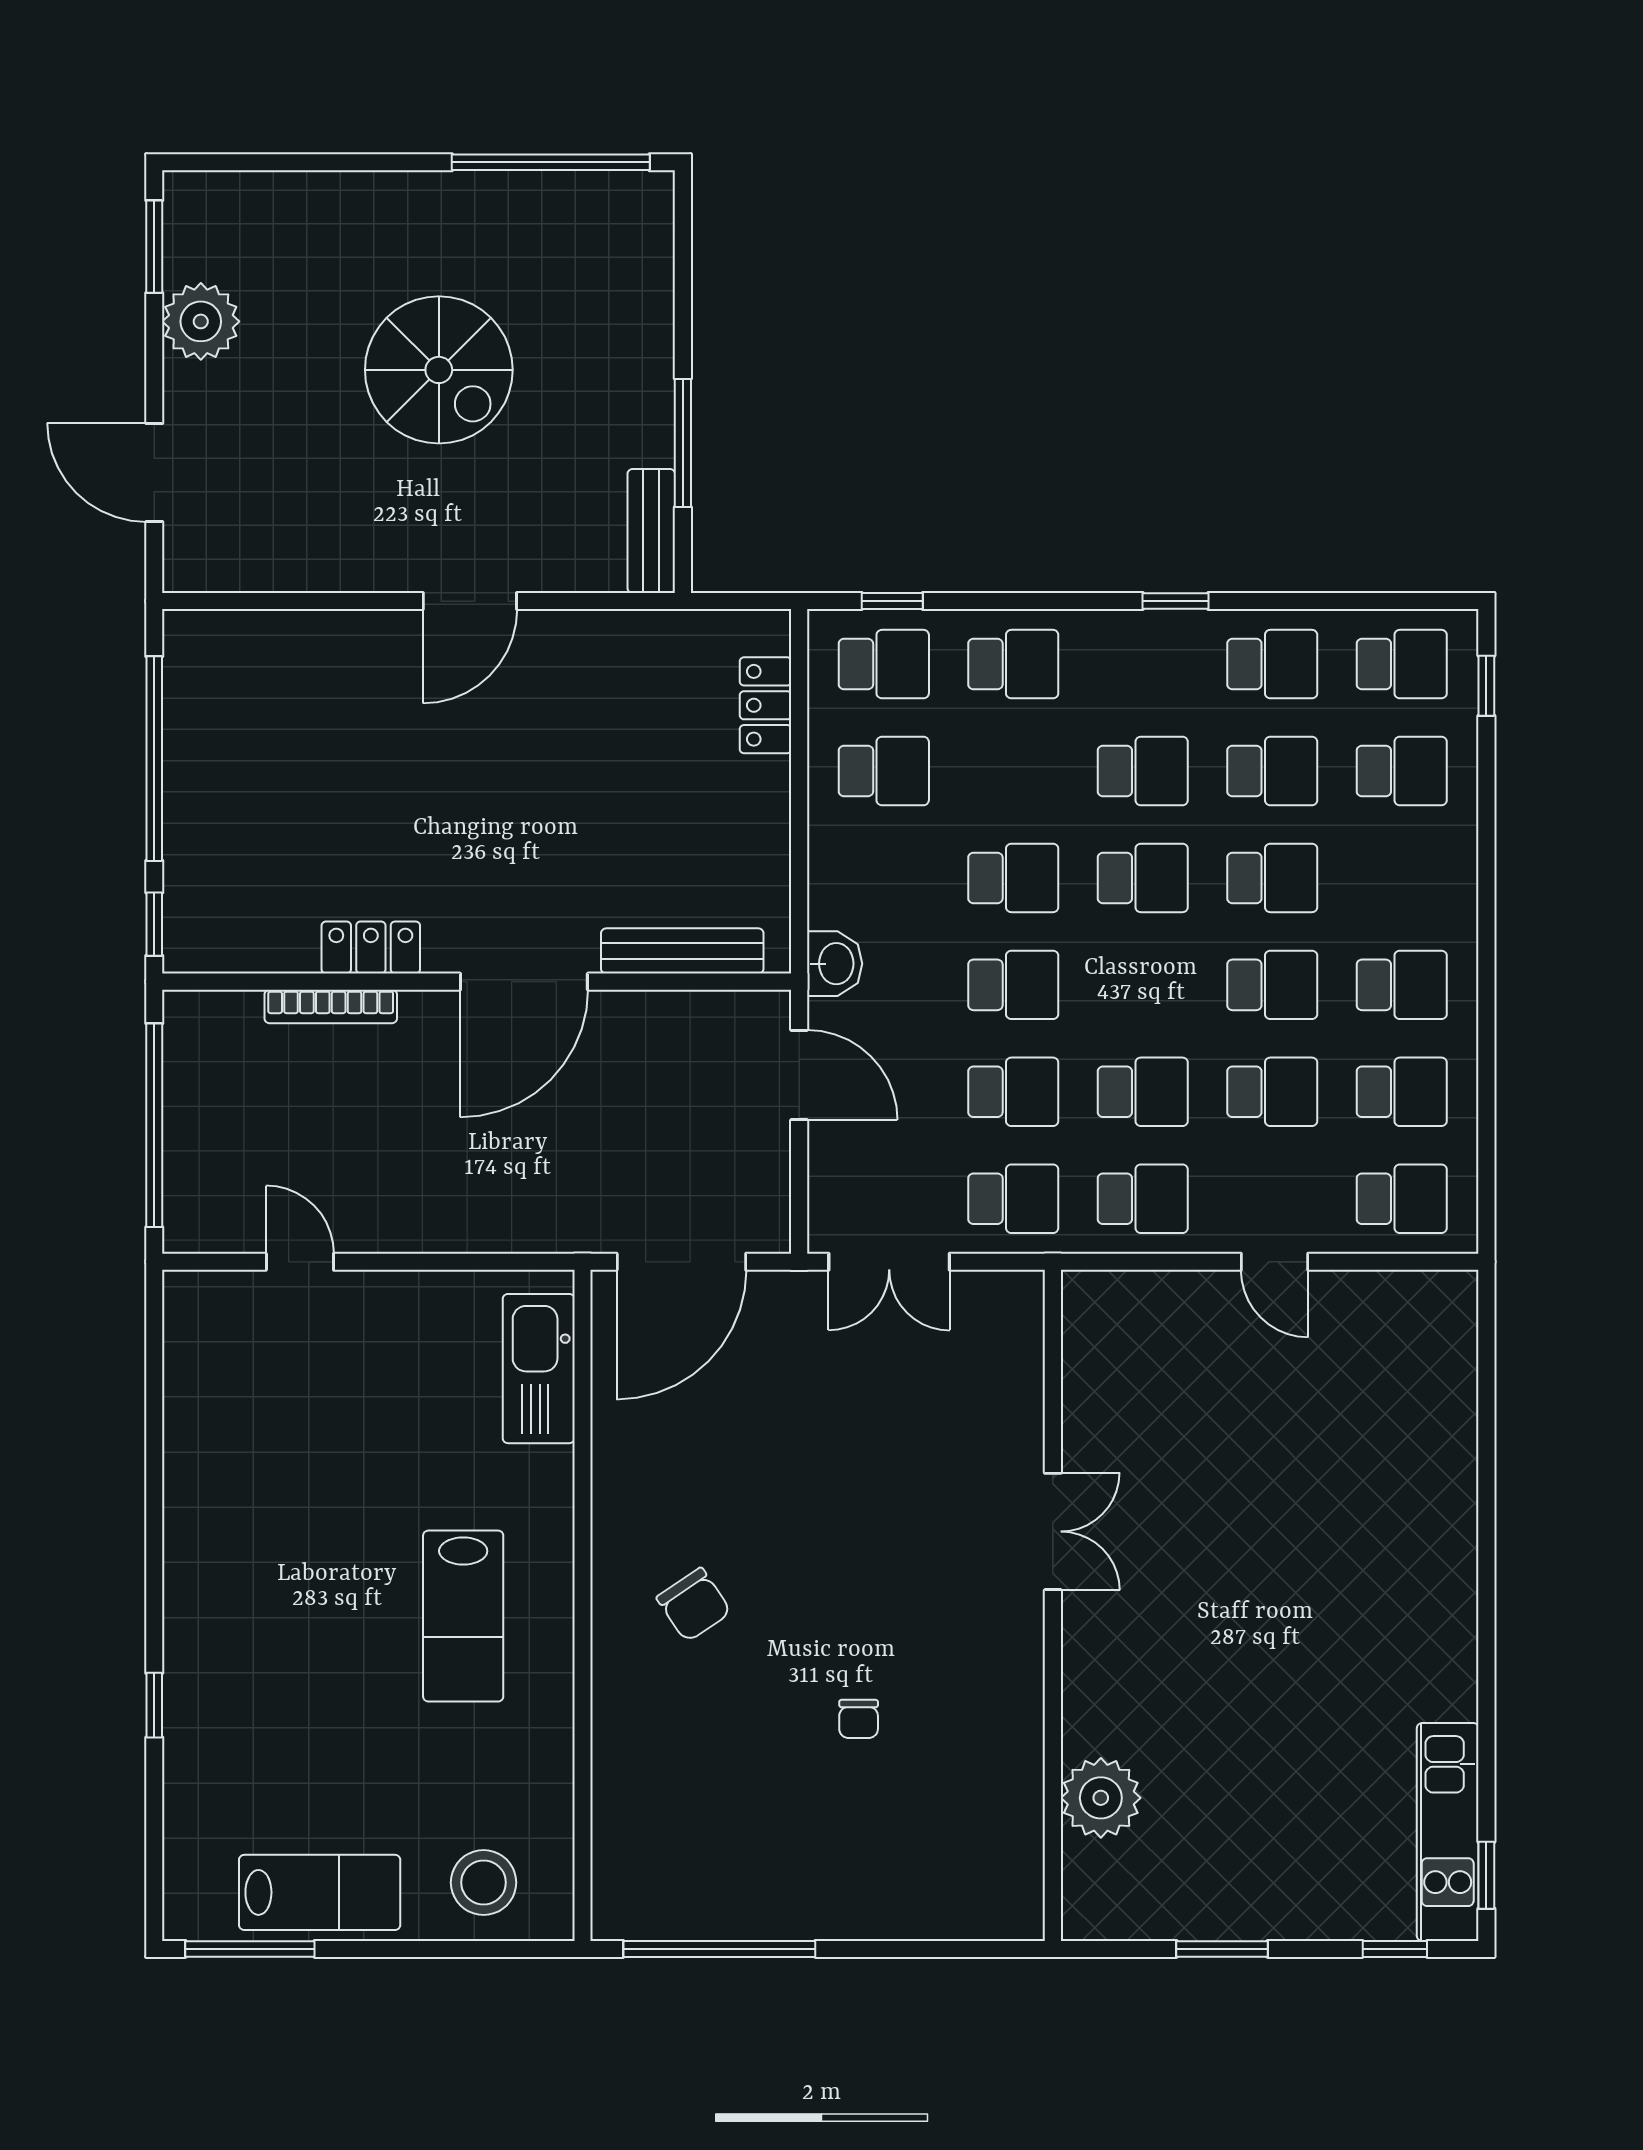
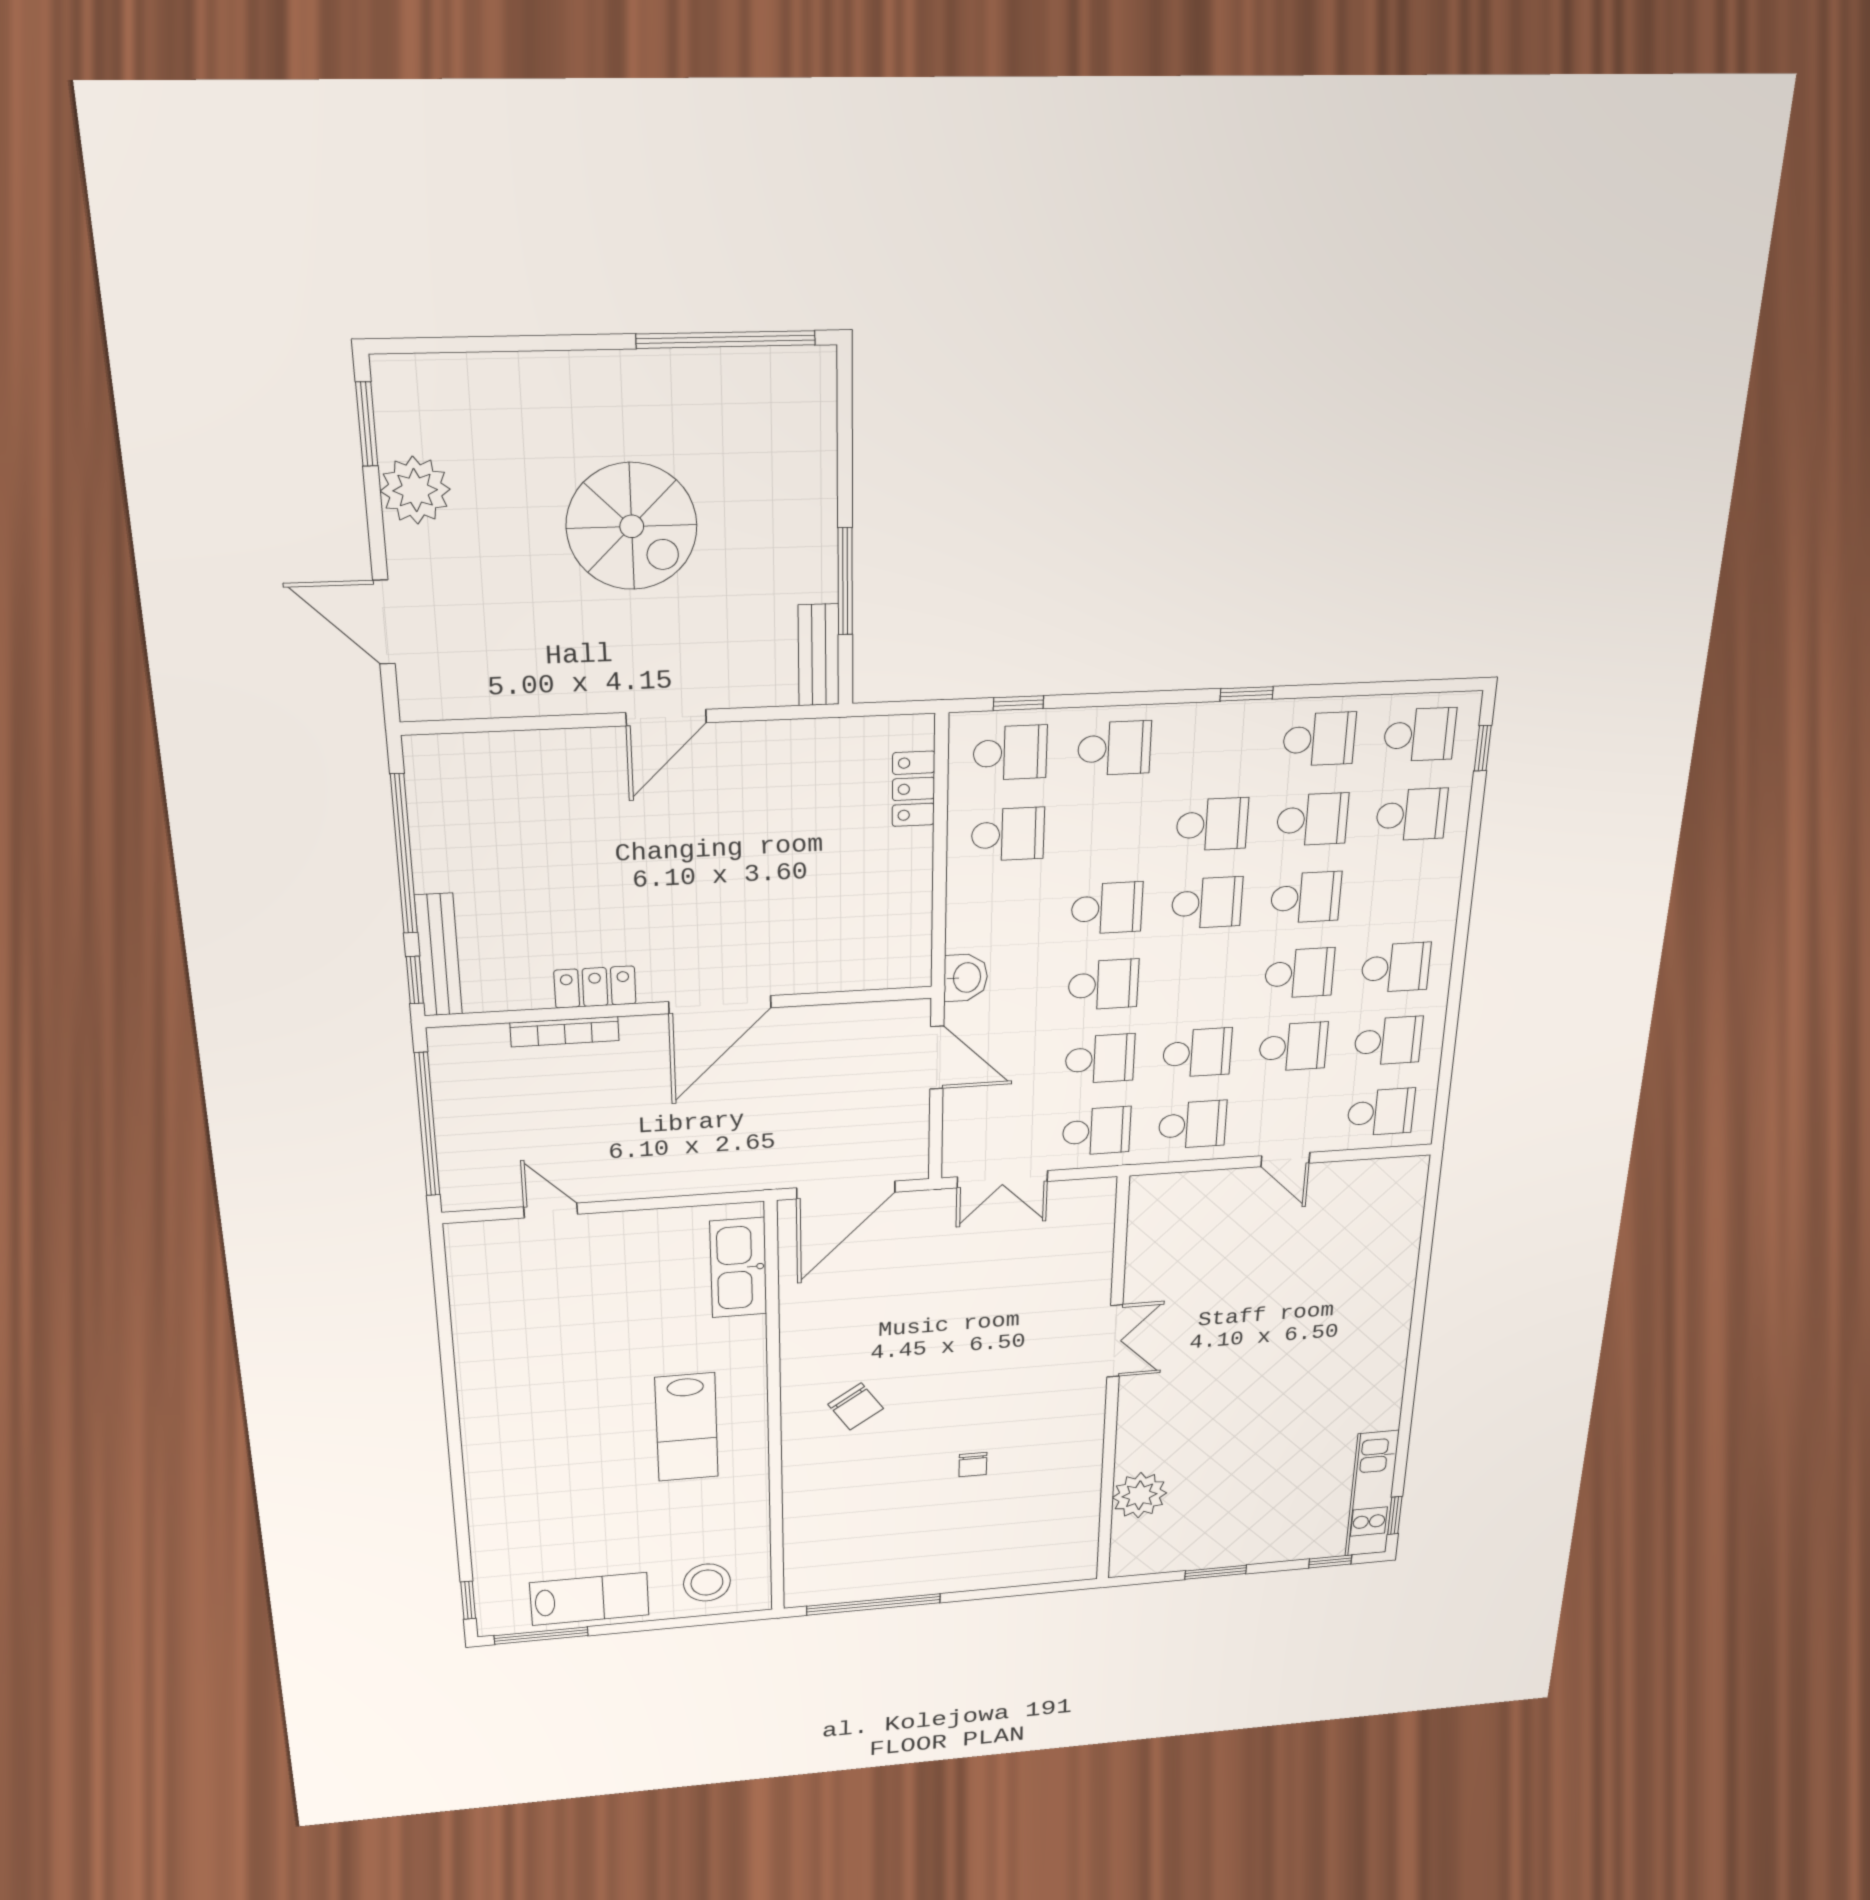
bench: (682, 951) -> (438, 955), moved, turned 90
window: (154, 1705) -> (468, 1600), moved

